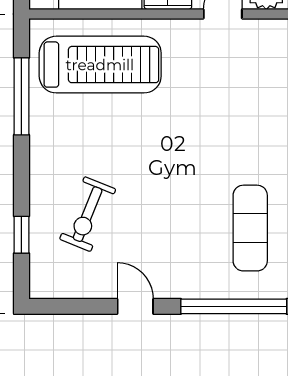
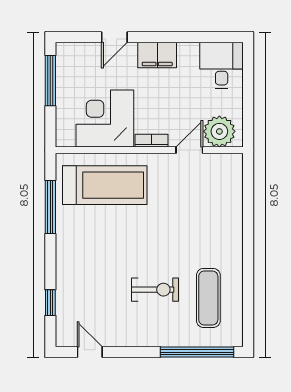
exercise bike: (88, 214) -> (155, 290), moved, turned -112
door: (135, 306) -> (90, 352), moved

